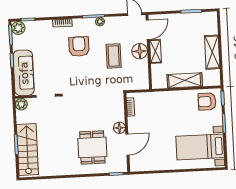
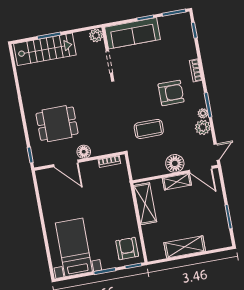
plant: (18, 28) -> (203, 127), moved
coffee table: (114, 56) -> (149, 129), moved
shelving: (185, 80) -> (145, 204), moved

